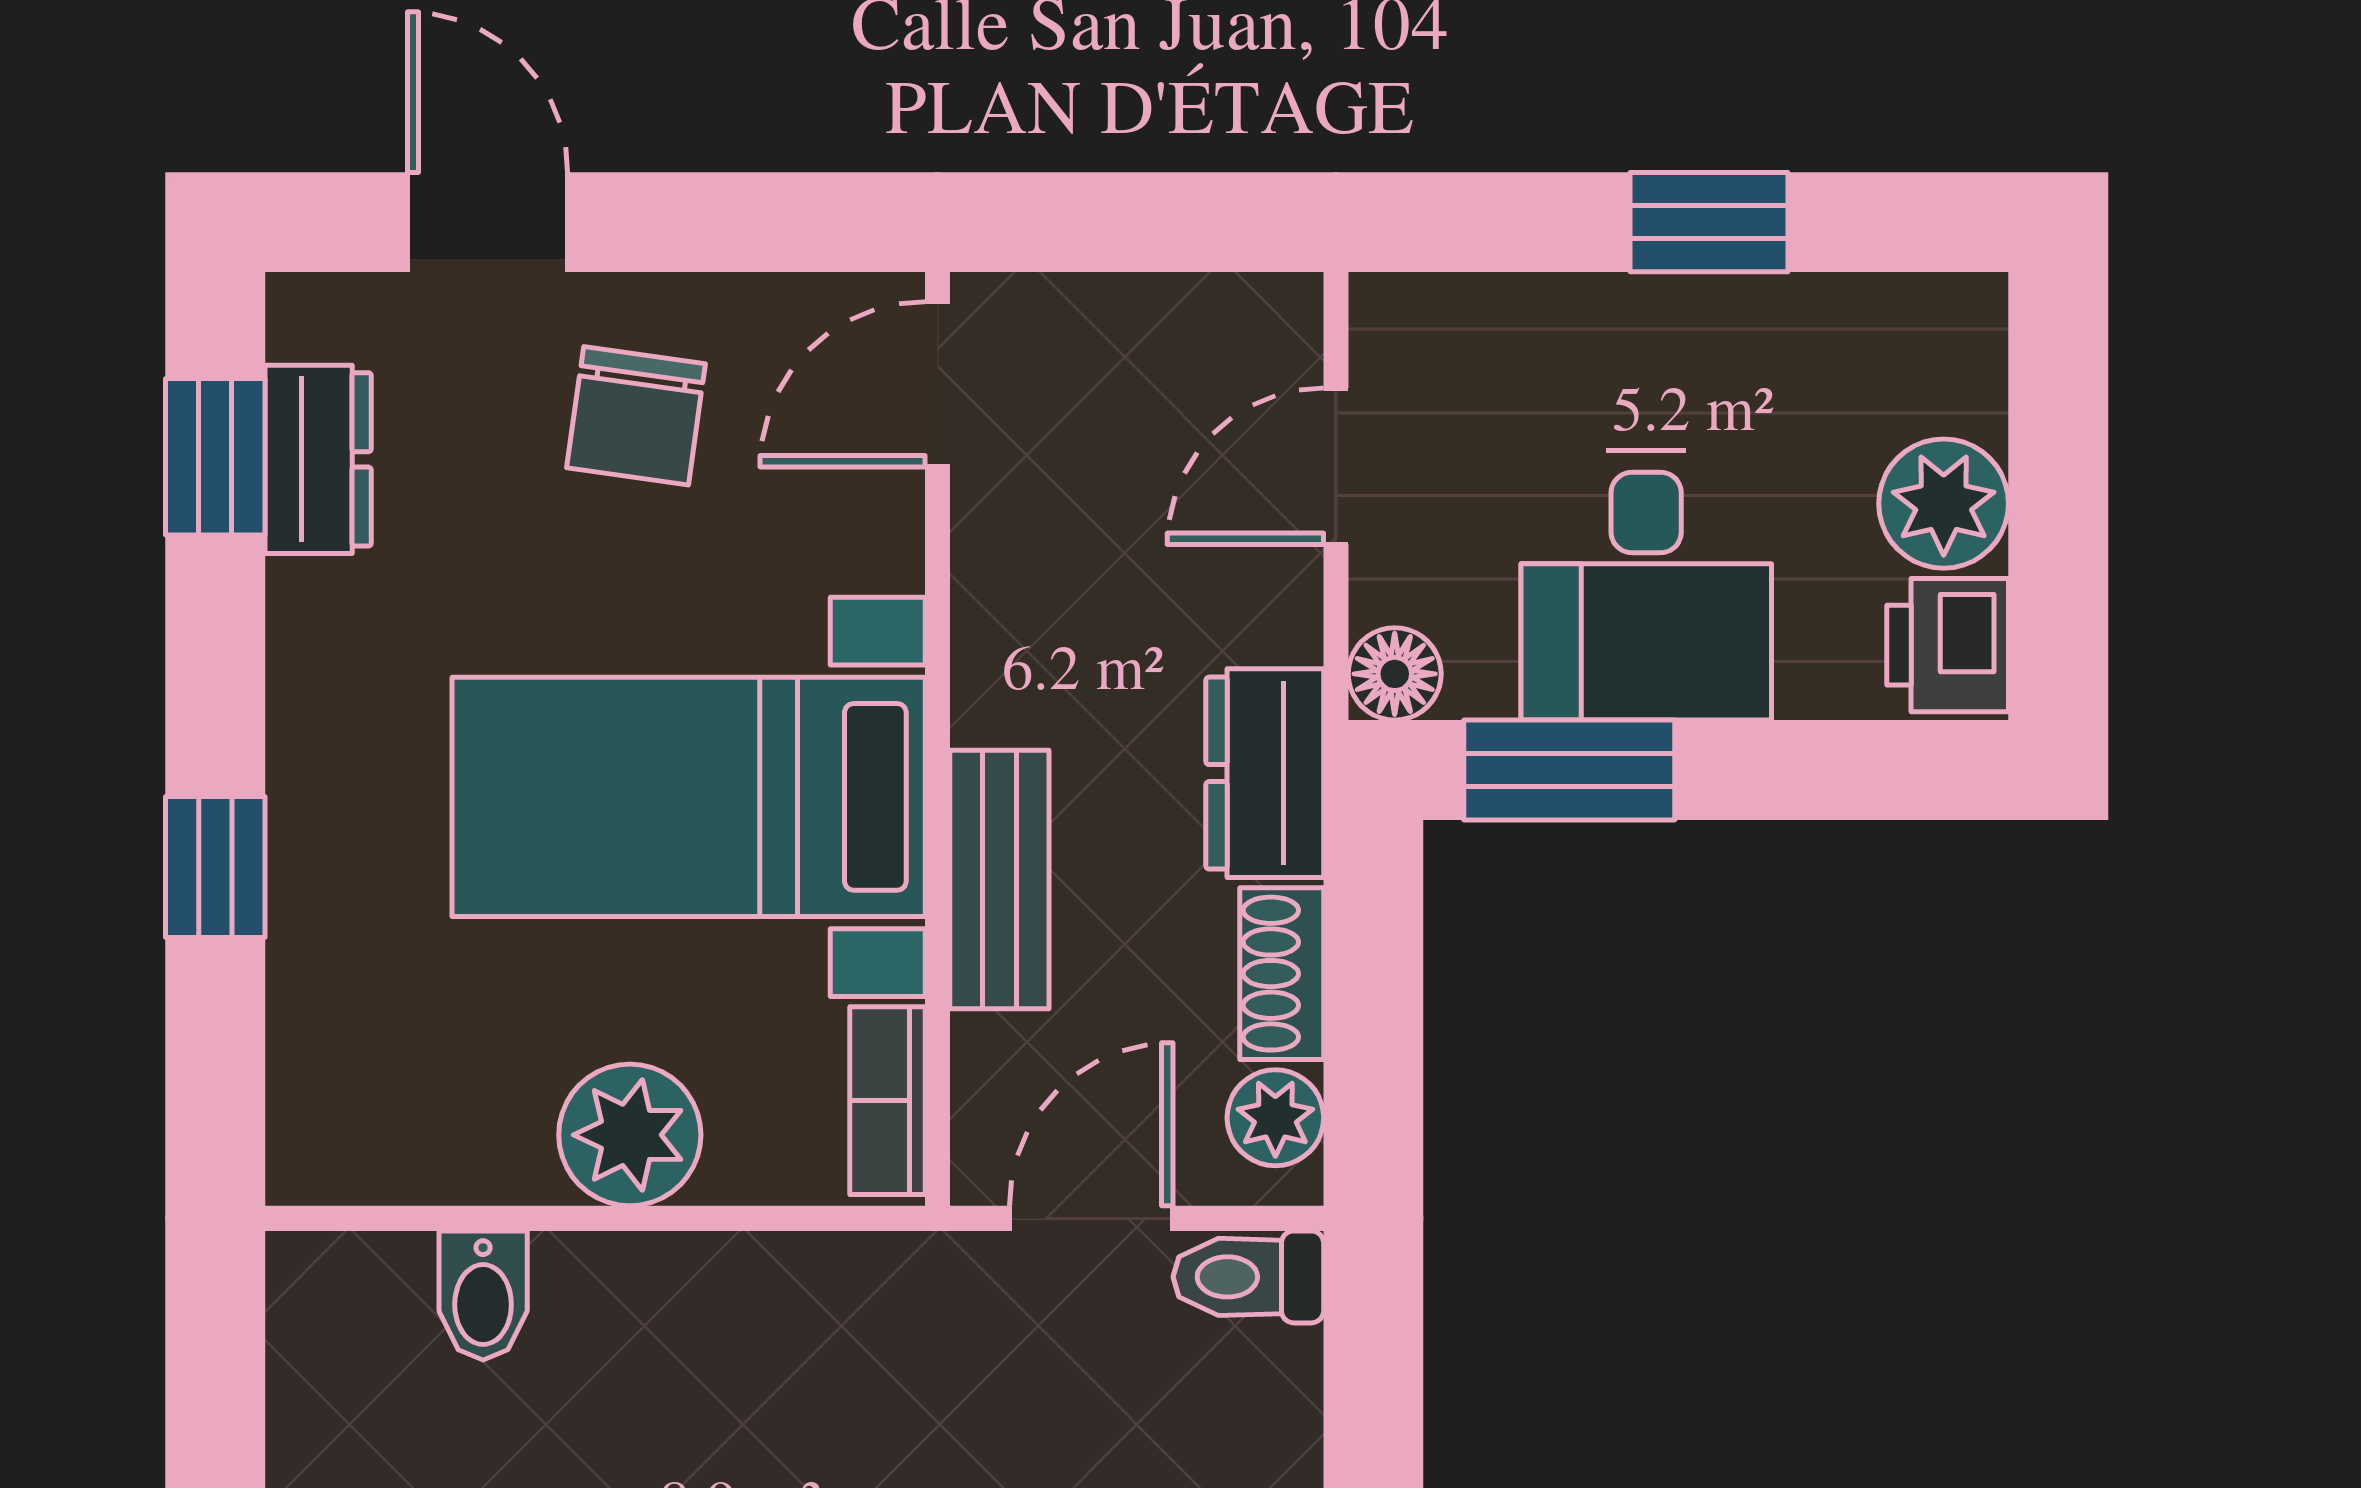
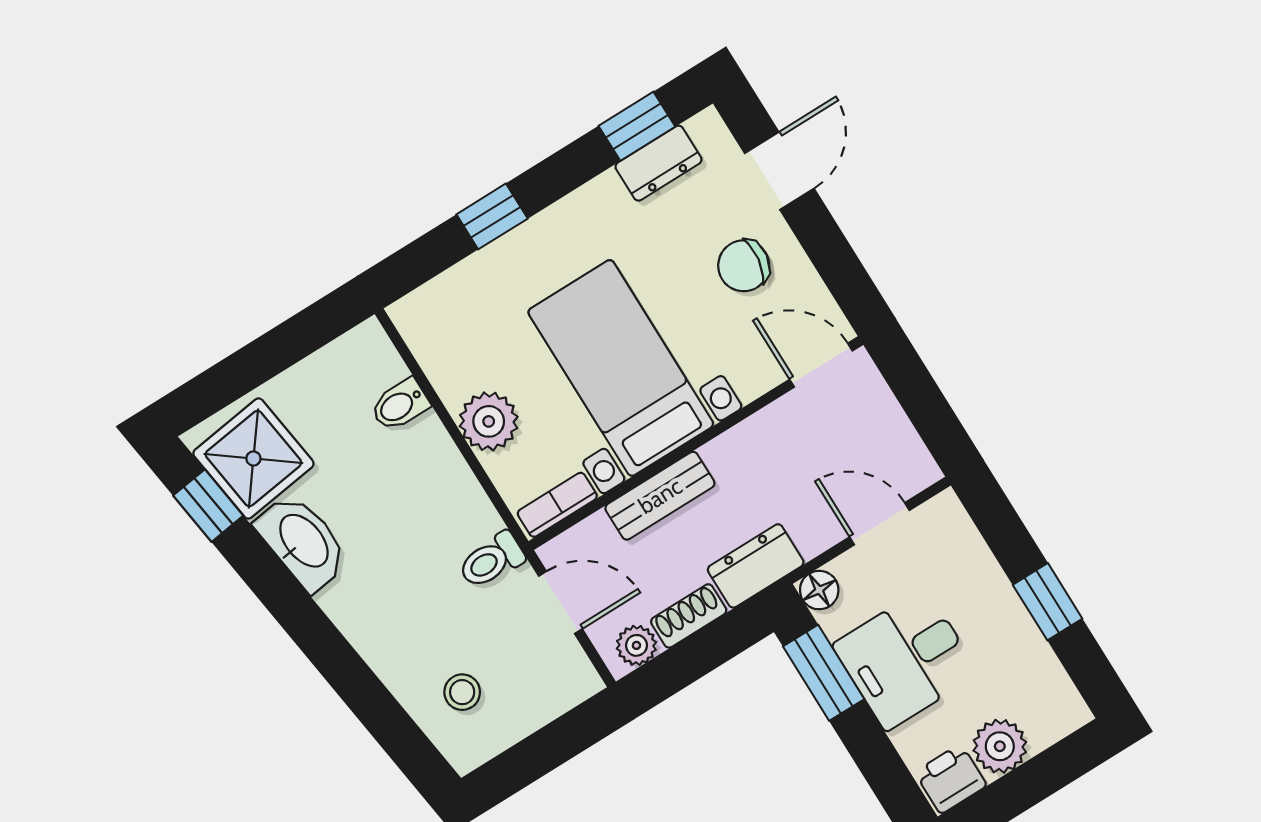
toilet: (1248, 1277) -> (491, 560), moved, turned -90

